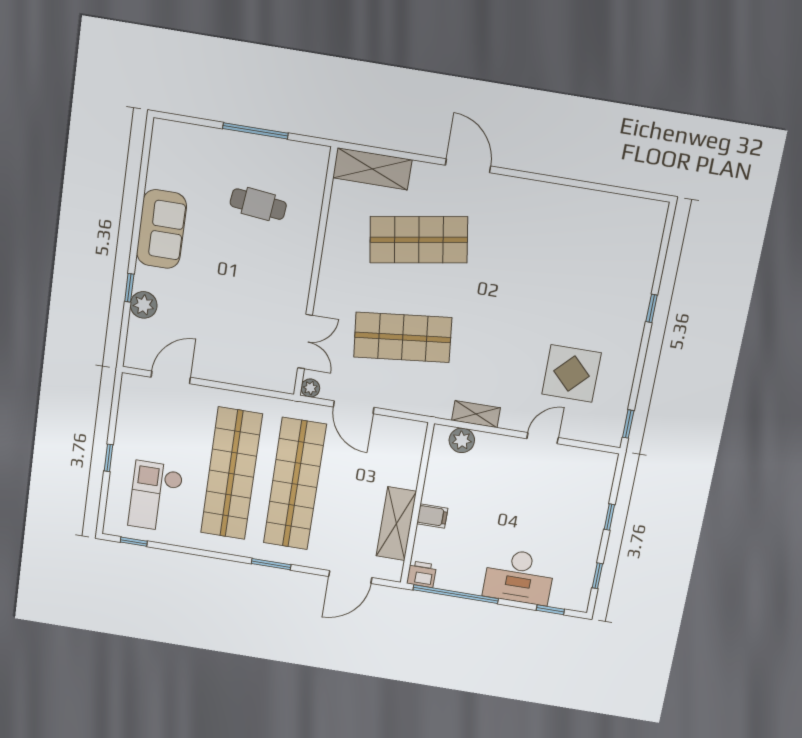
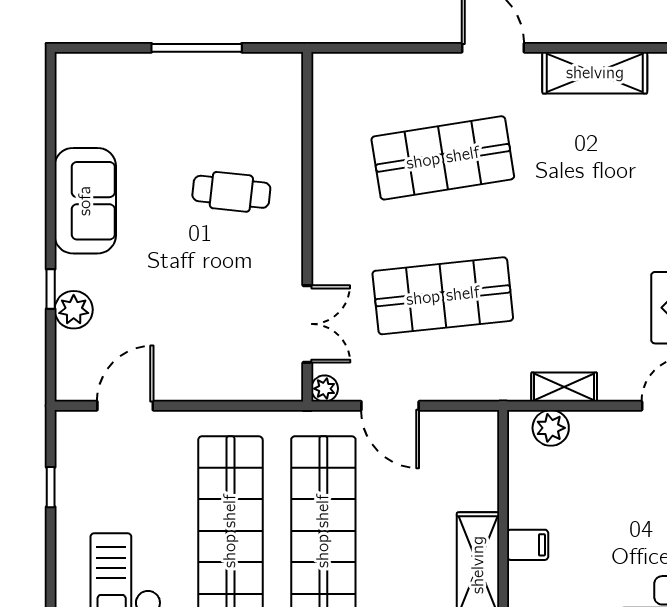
shelving: (372, 169) -> (595, 73), moved
cafe table: (258, 204) -> (231, 192), moved
window: (108, 458) -> (51, 487), moved

